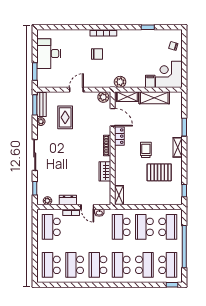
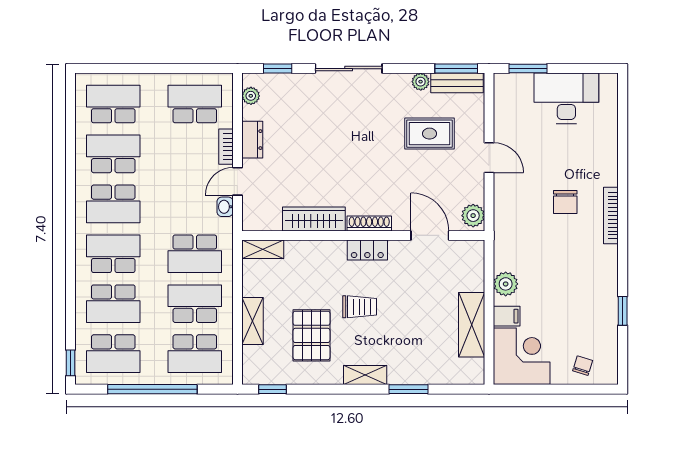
plant: (120, 82) -> (506, 284), moved
shelving: (127, 97) -> (253, 321), moved
door: (113, 117) -> (430, 235), swing flipped
locker: (119, 136) -> (367, 250), moved
wardrobe: (105, 171) -> (314, 219), width x1.50
school desk: (121, 227) -> (195, 254), turned 180
school desk: (98, 265) -> (113, 204), turned 180

